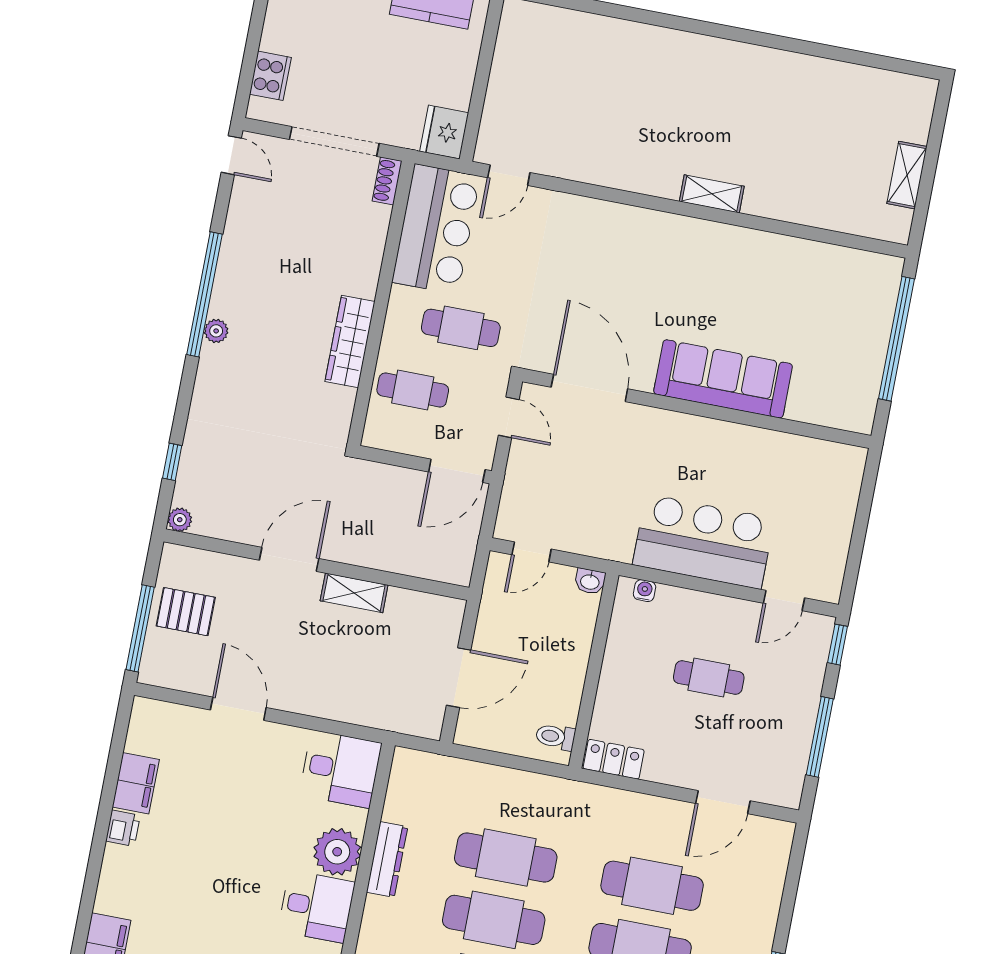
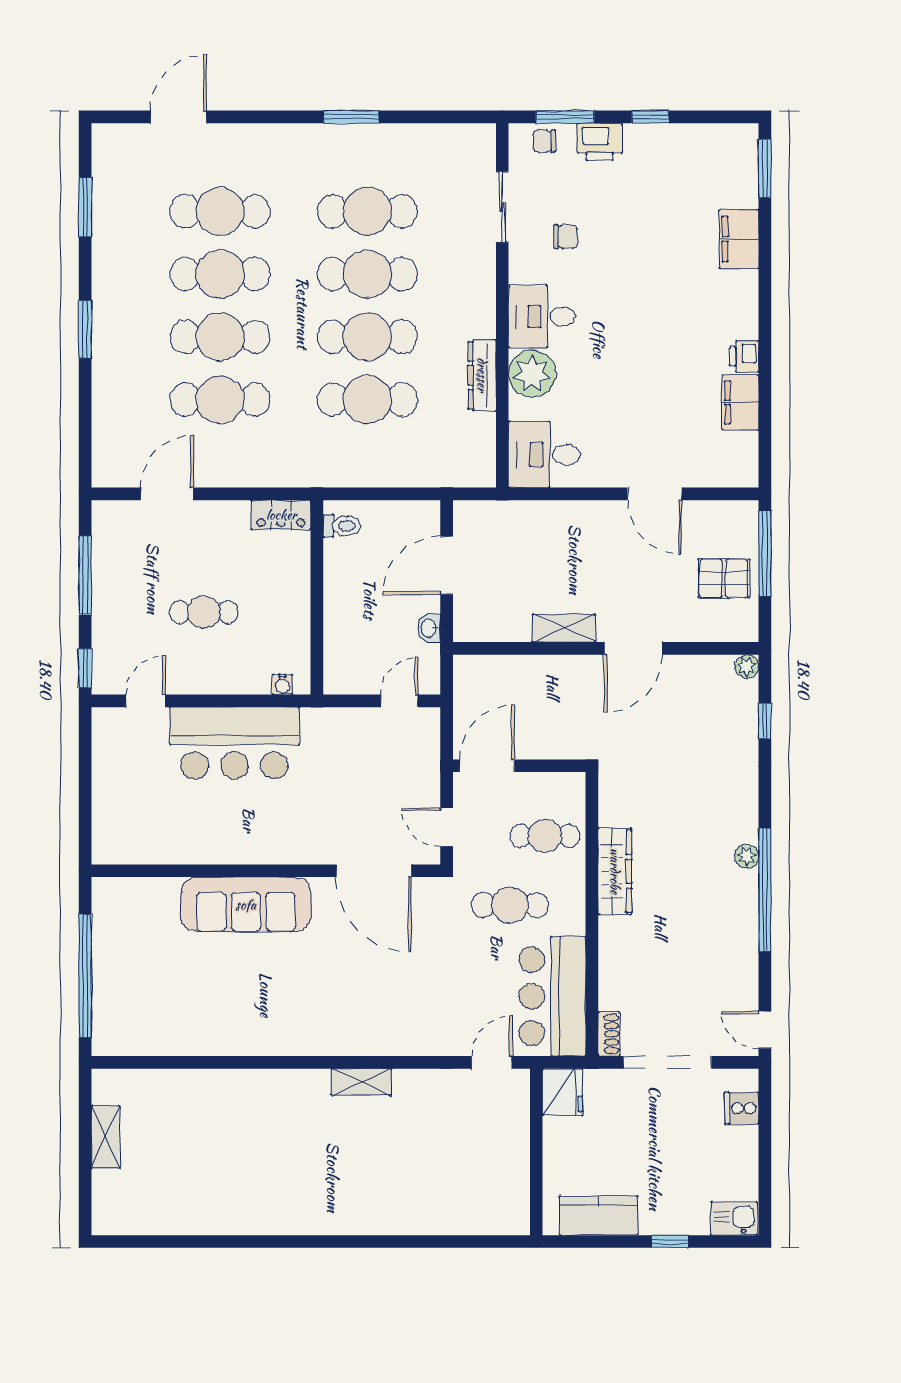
cooker: (270, 76) -> (742, 1108), width x0.73
shelving: (712, 194) -> (362, 1082), moved
washbasin: (590, 581) -> (429, 628), moved, turned -90

